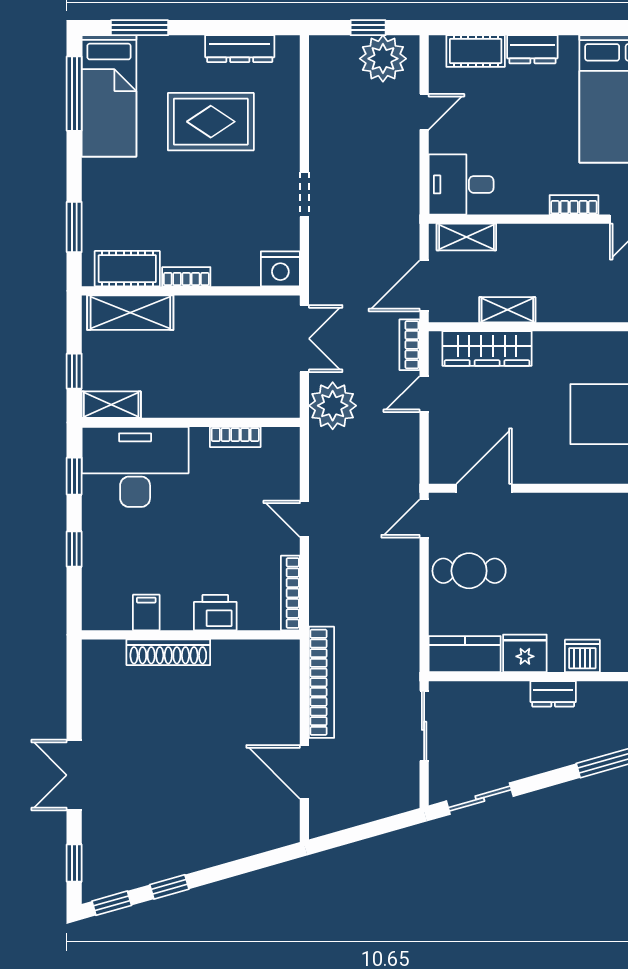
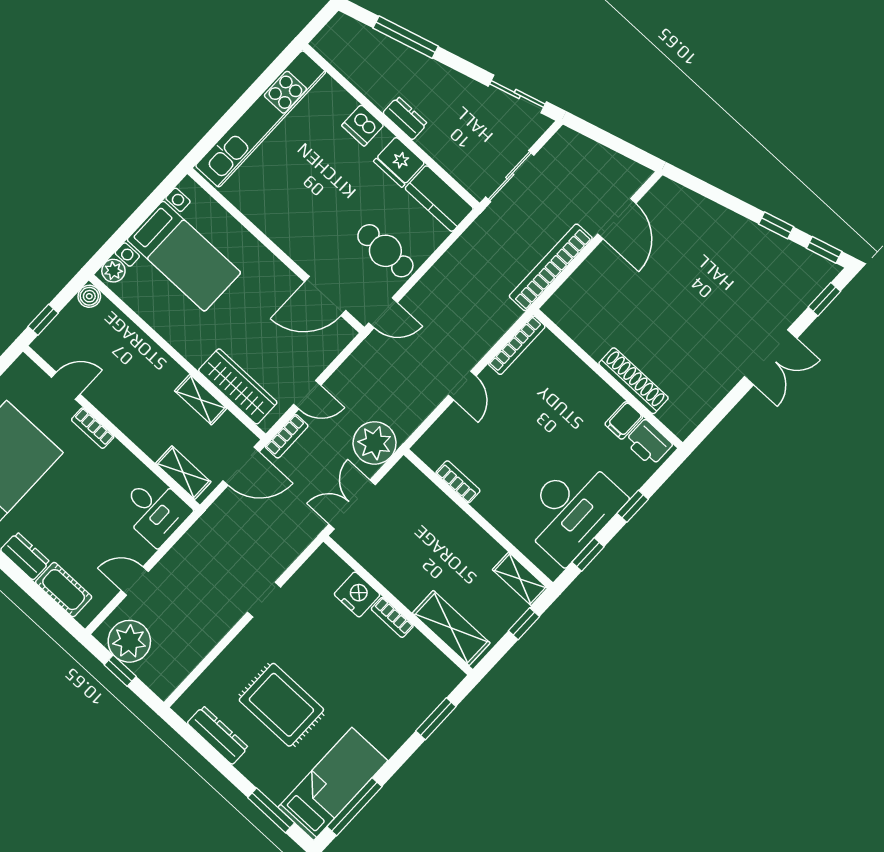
cot: (127, 269) -> (426, 659), removed
nightstand: (280, 269) -> (357, 594), moved
desk: (135, 467) -> (571, 510), moved, turned -90
printer: (215, 613) -> (648, 443), moved

